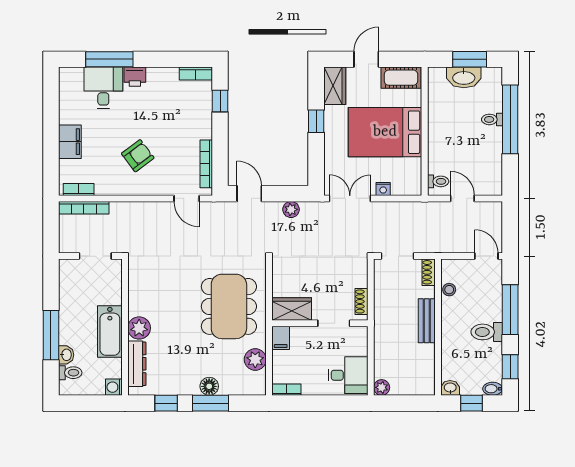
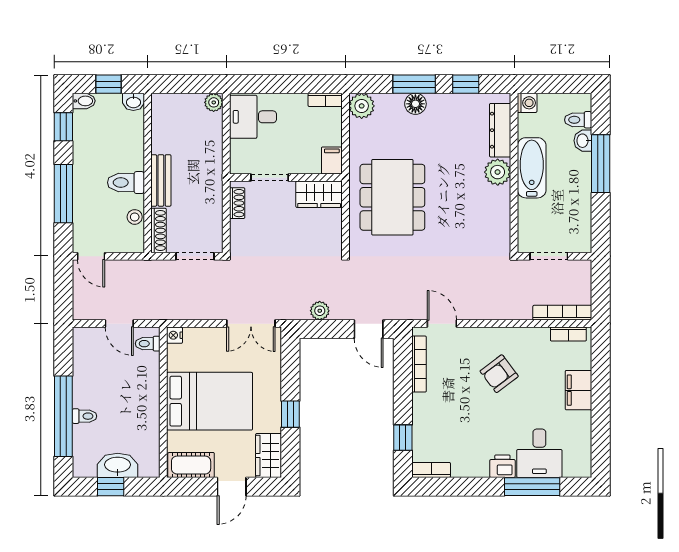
window: (470, 59) -> (111, 487), width x0.67
nightstand: (383, 189) -> (175, 335), moved, turned -90
shoe rack: (429, 272) -> (159, 230), width x1.43
toilet: (487, 332) -> (126, 183), moved, turned 180
plant: (255, 359) -> (362, 106), moved

